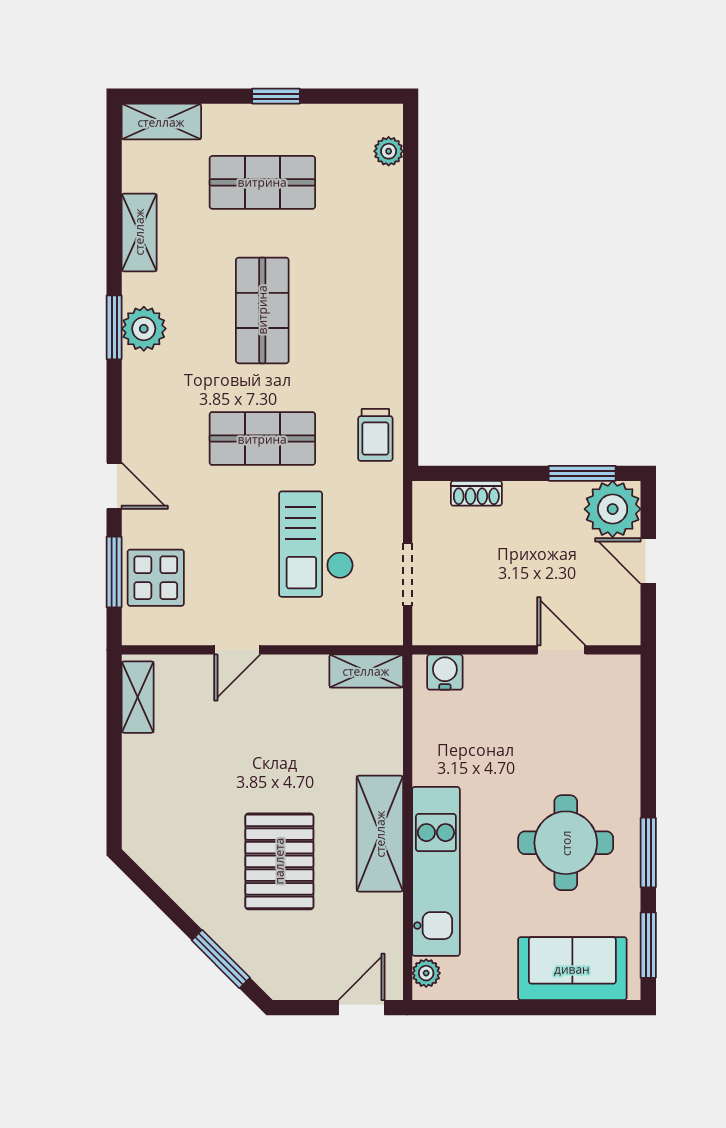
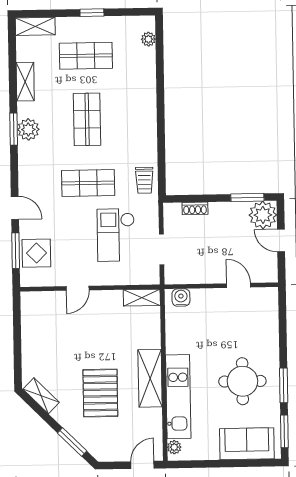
shelving: (138, 697) -> (41, 396), moved, turned -45

